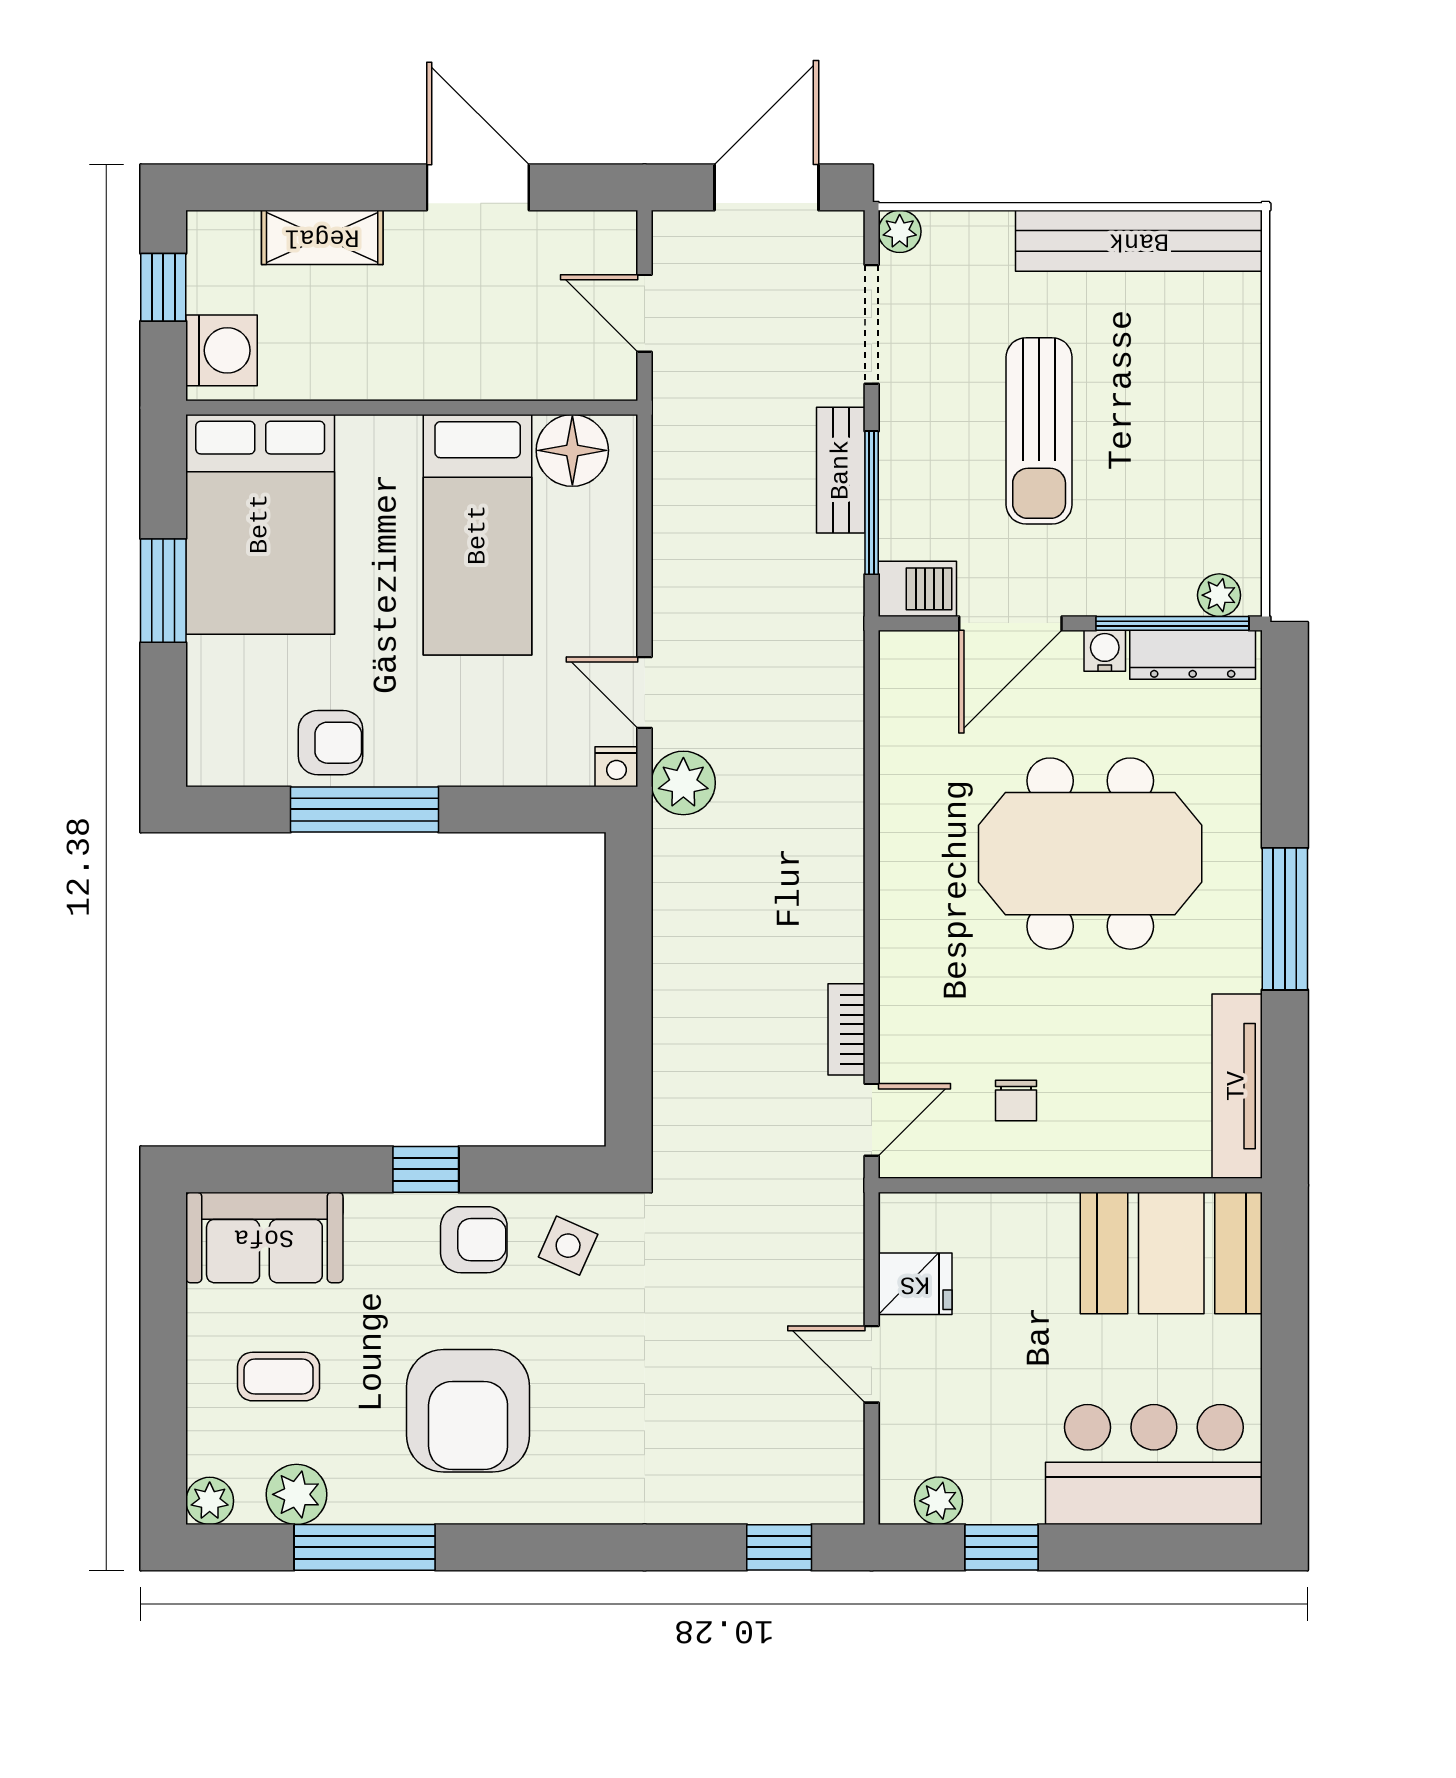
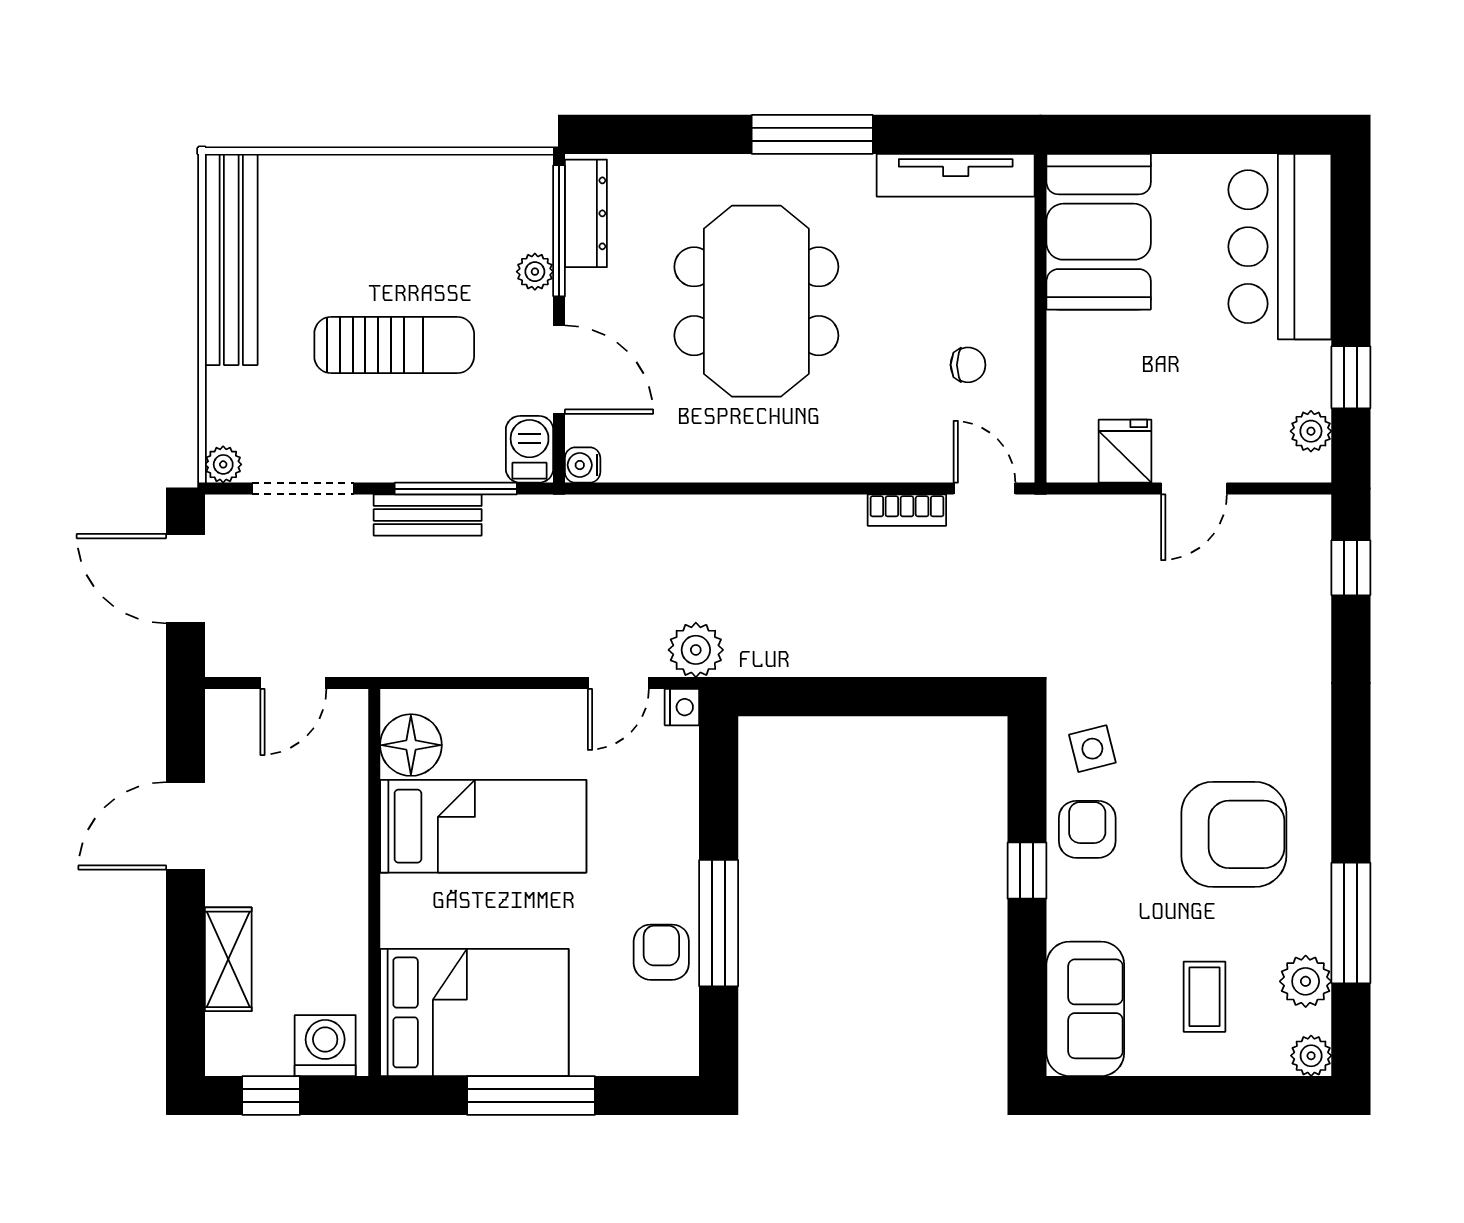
window: (163, 591) -> (531, 1096), width x1.44
plant: (1219, 595) -> (535, 272), moved
water cooler: (1105, 651) -> (583, 465), moved
side table: (568, 1246) -> (1092, 749), turned -38

